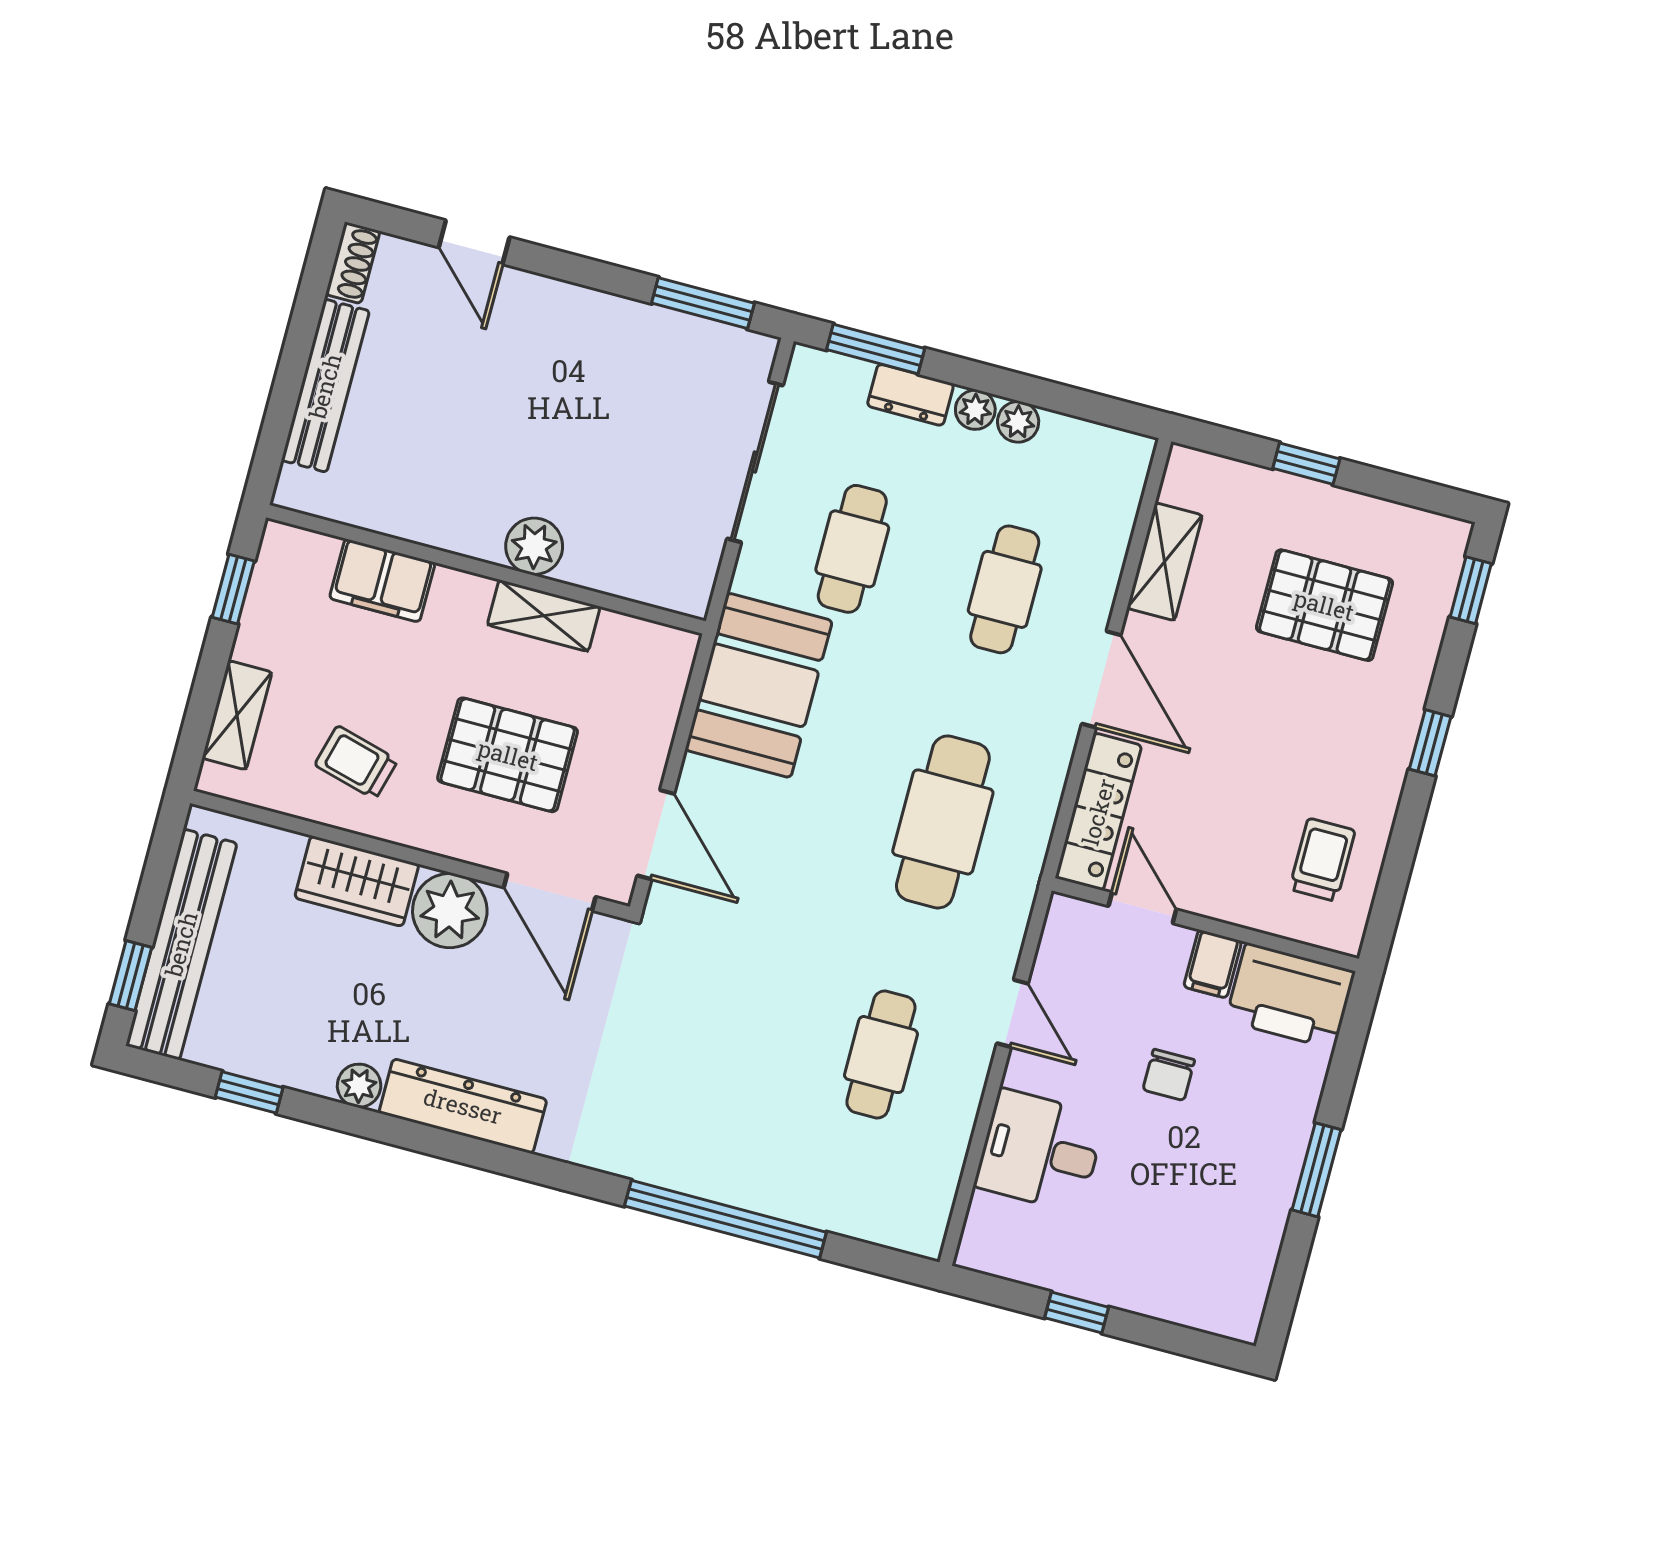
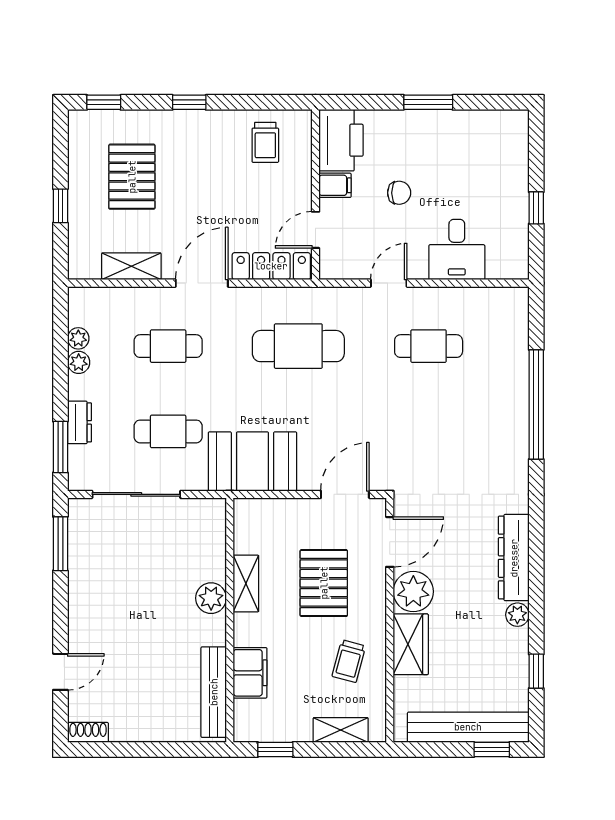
bench: (325, 386) -> (214, 692), moved, turned 90
plant: (975, 410) -> (78, 338), moved
trolley: (1322, 860) -> (265, 142), turned -90

